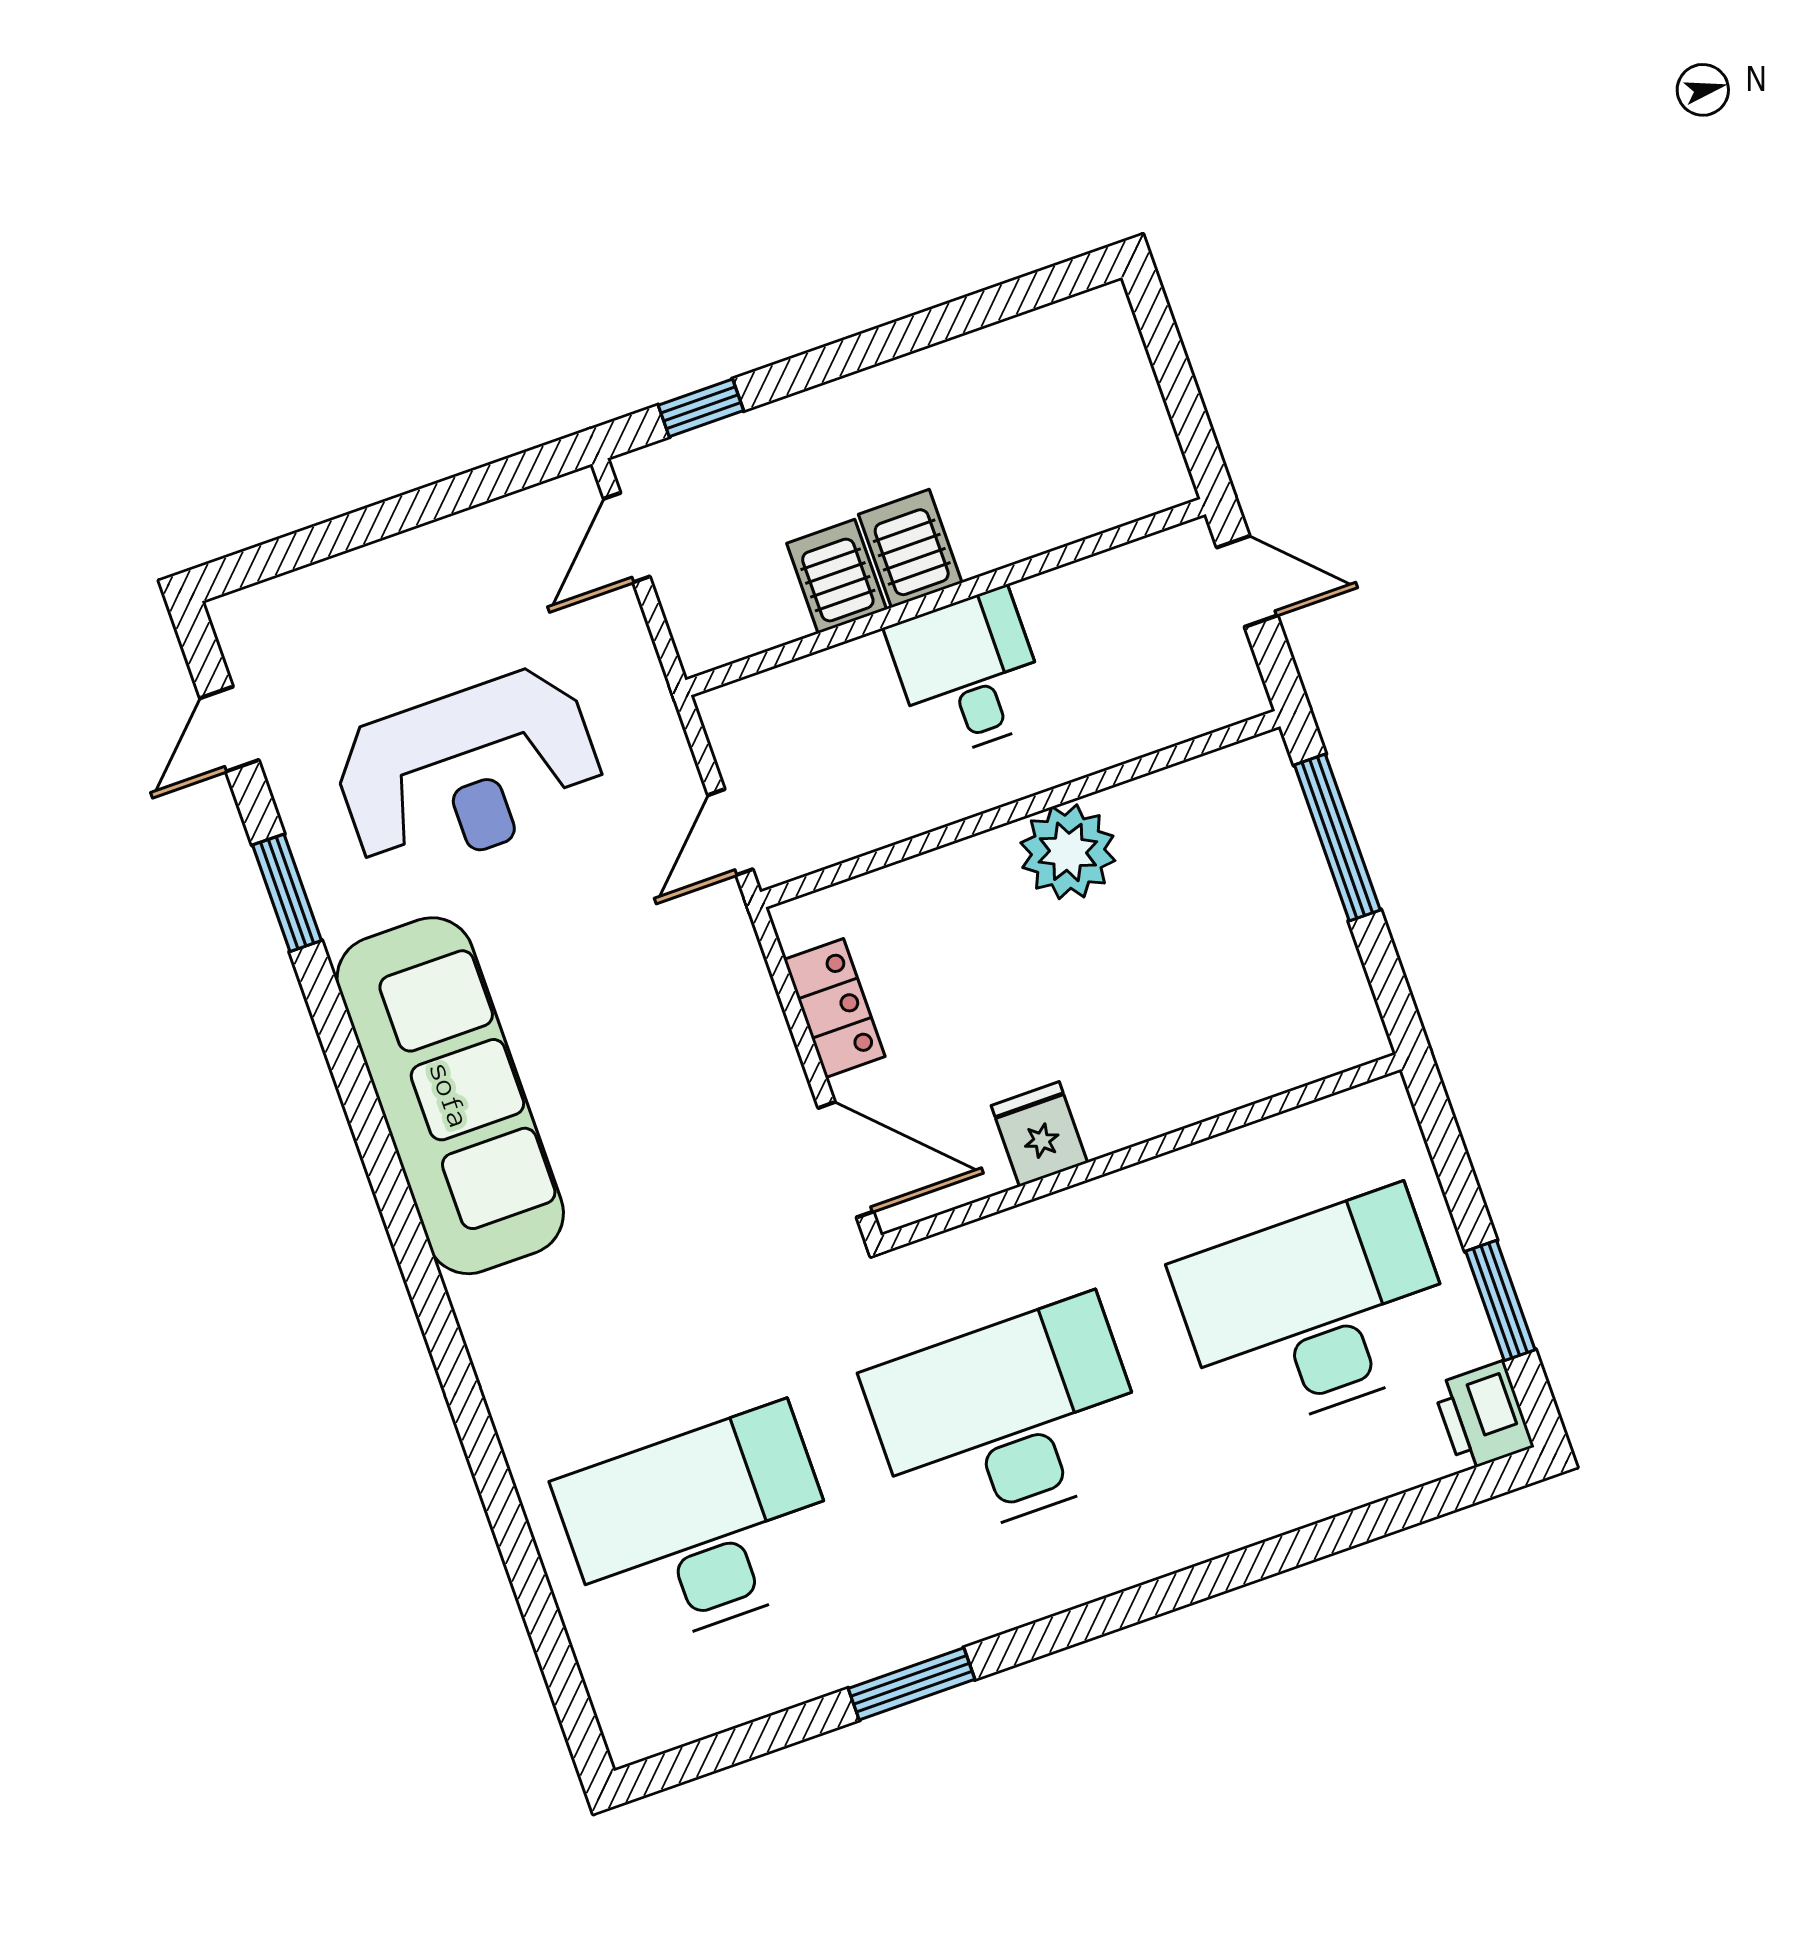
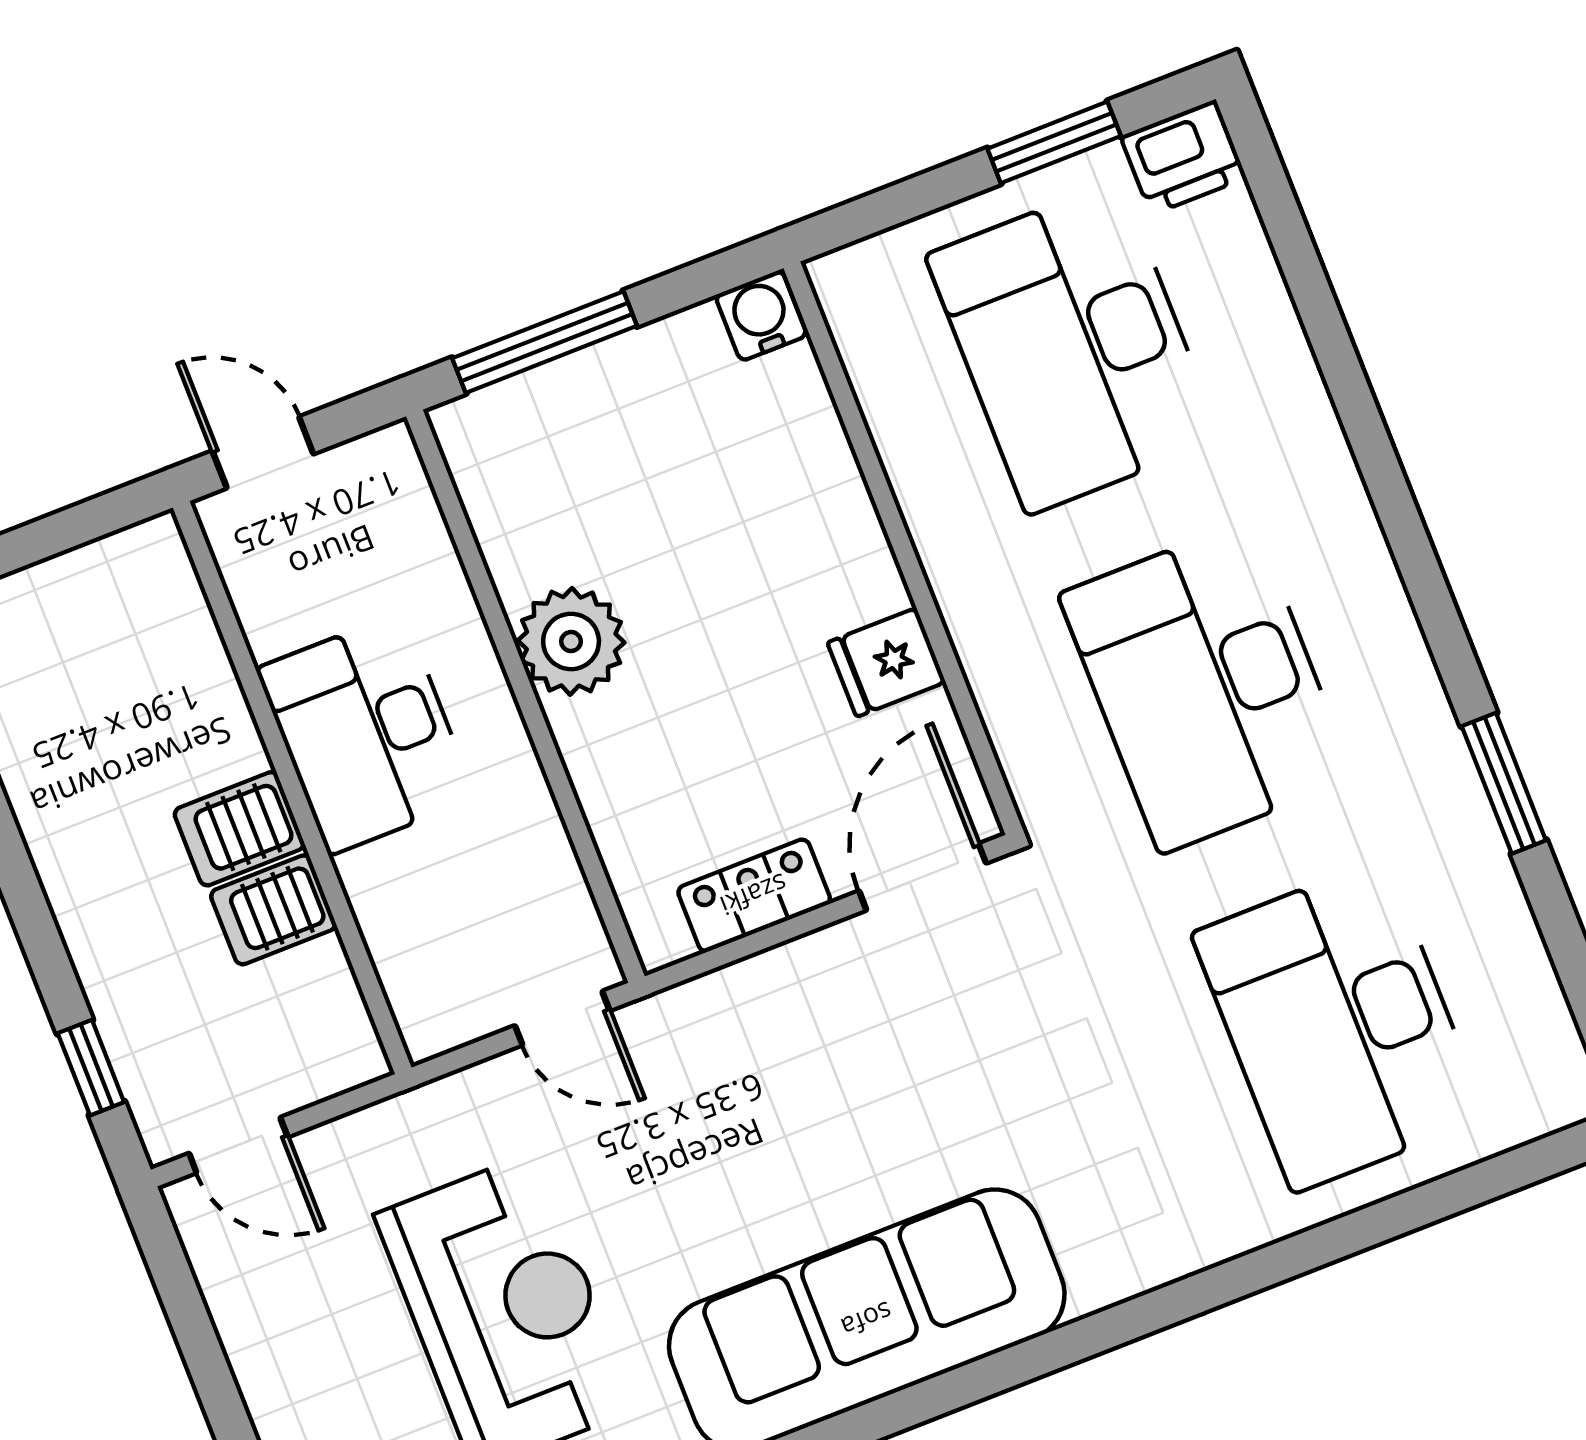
door: (1247, 581) -> (263, 452), hinge flipped
desk: (969, 673) -> (366, 734), width x1.37
water cooler: (1354, 1032) -> (761, 316), added

